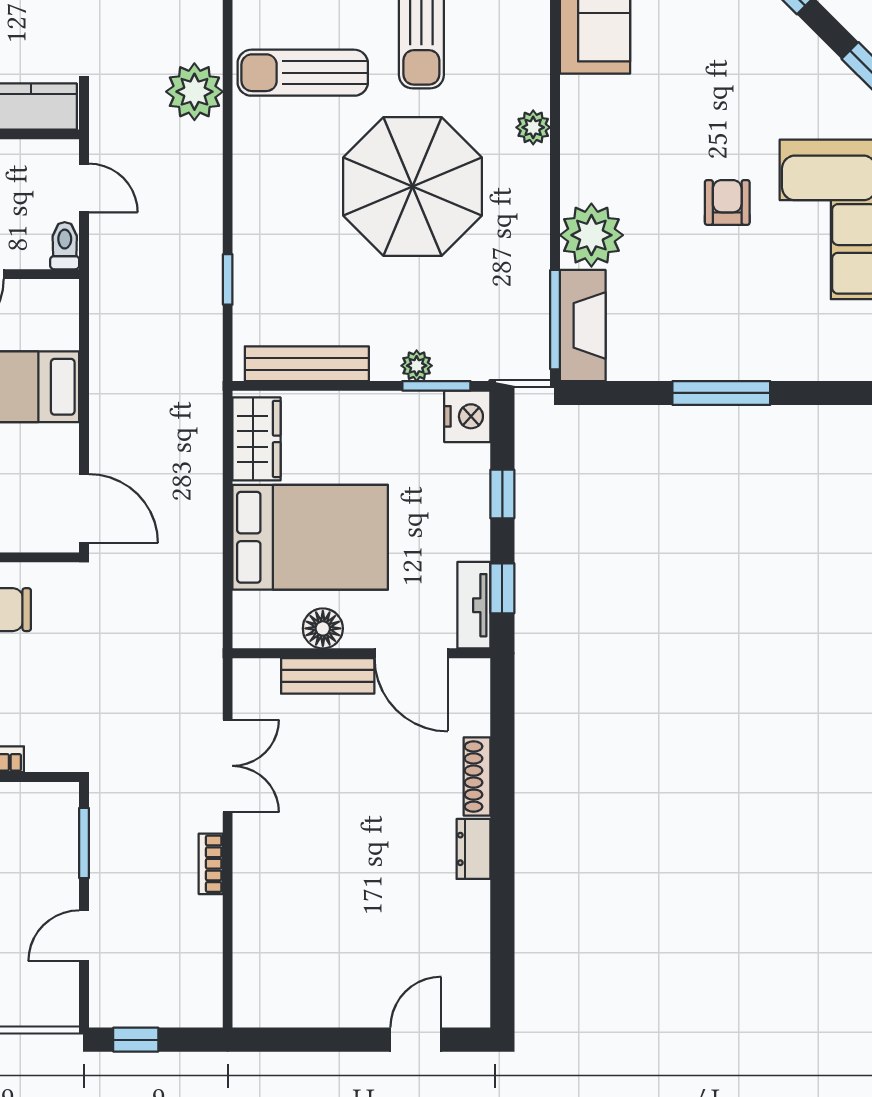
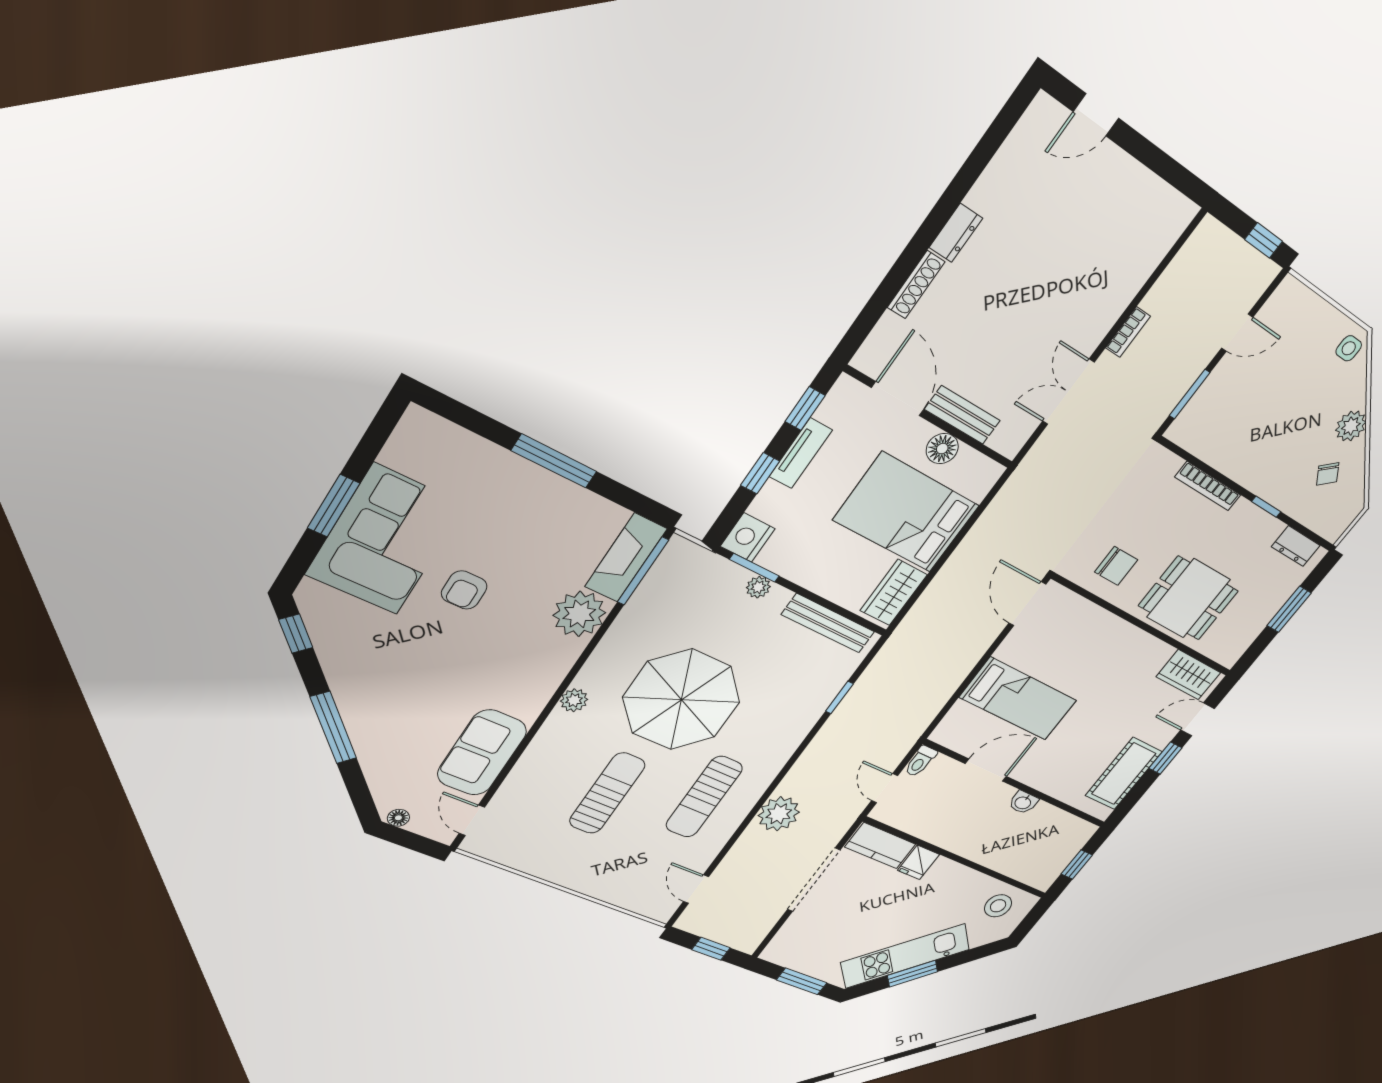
sun lounger: (303, 73) -> (704, 797), turned 90
tv unit: (474, 605) -> (801, 453), moved

